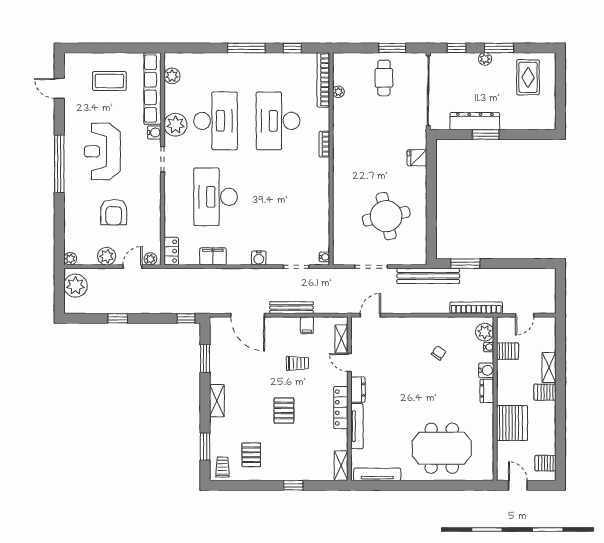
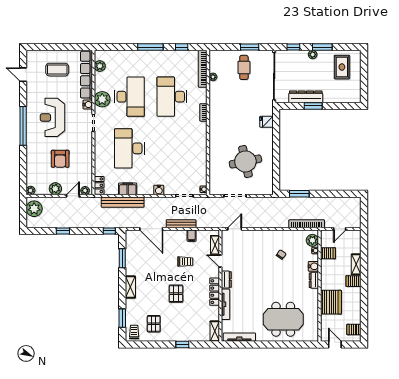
bench: (428, 276) -> (123, 202), moved

